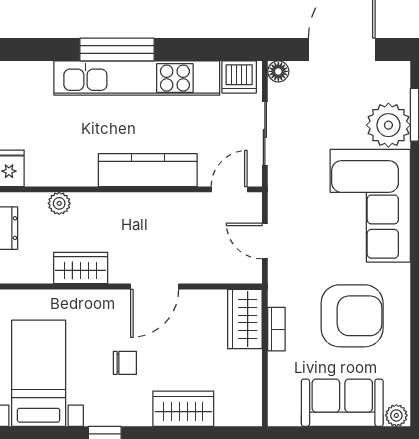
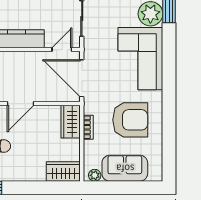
door: (265, 241) -> (82, 78), width x1.88
wardrobe: (183, 409) -> (63, 172), moved
plant: (396, 415) -> (95, 175), moved

